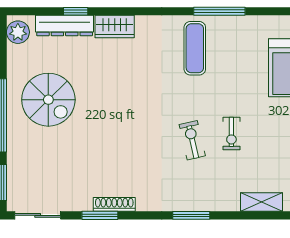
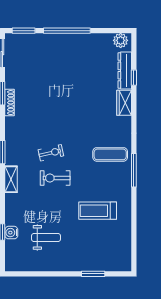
spiral stairs: (48, 100) -> (77, 60), removed
exercise bike: (231, 134) -> (55, 178), width x1.38, depth x1.39
shelving: (261, 202) -> (11, 179), moved

